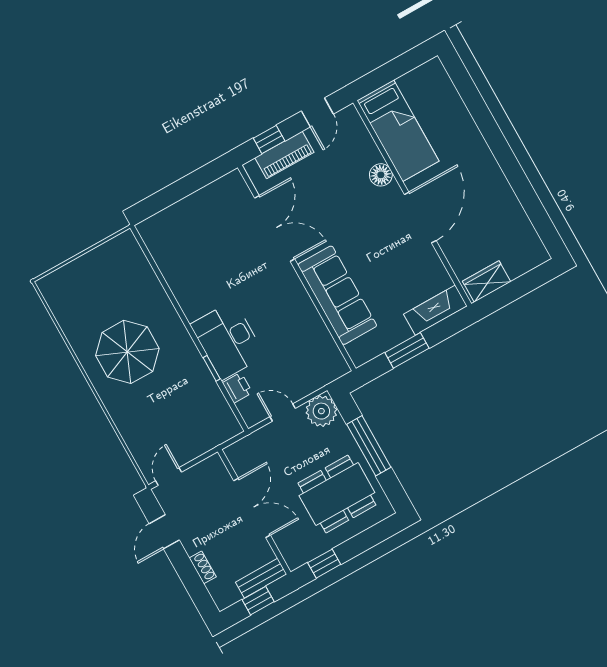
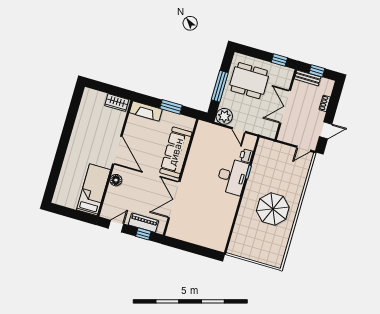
door: (420, 217) -> (117, 150), swing flipped

